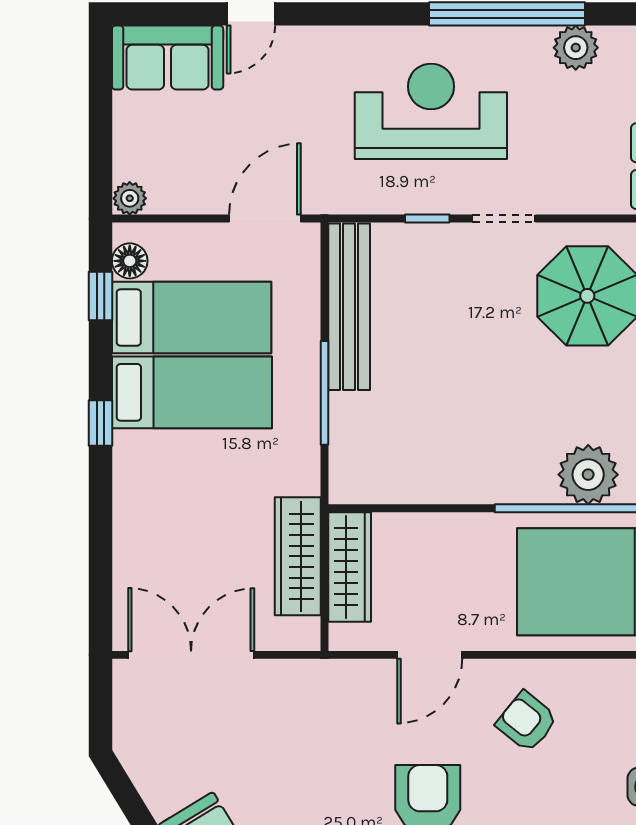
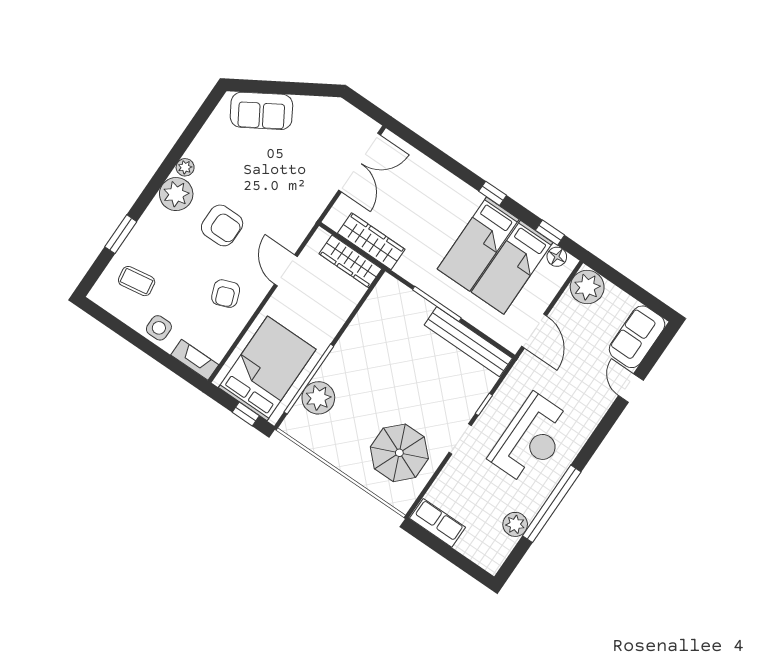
plant: (130, 198) -> (587, 287), width x1.88, depth x1.88
armchair: (527, 722) -> (226, 294), turned 120

